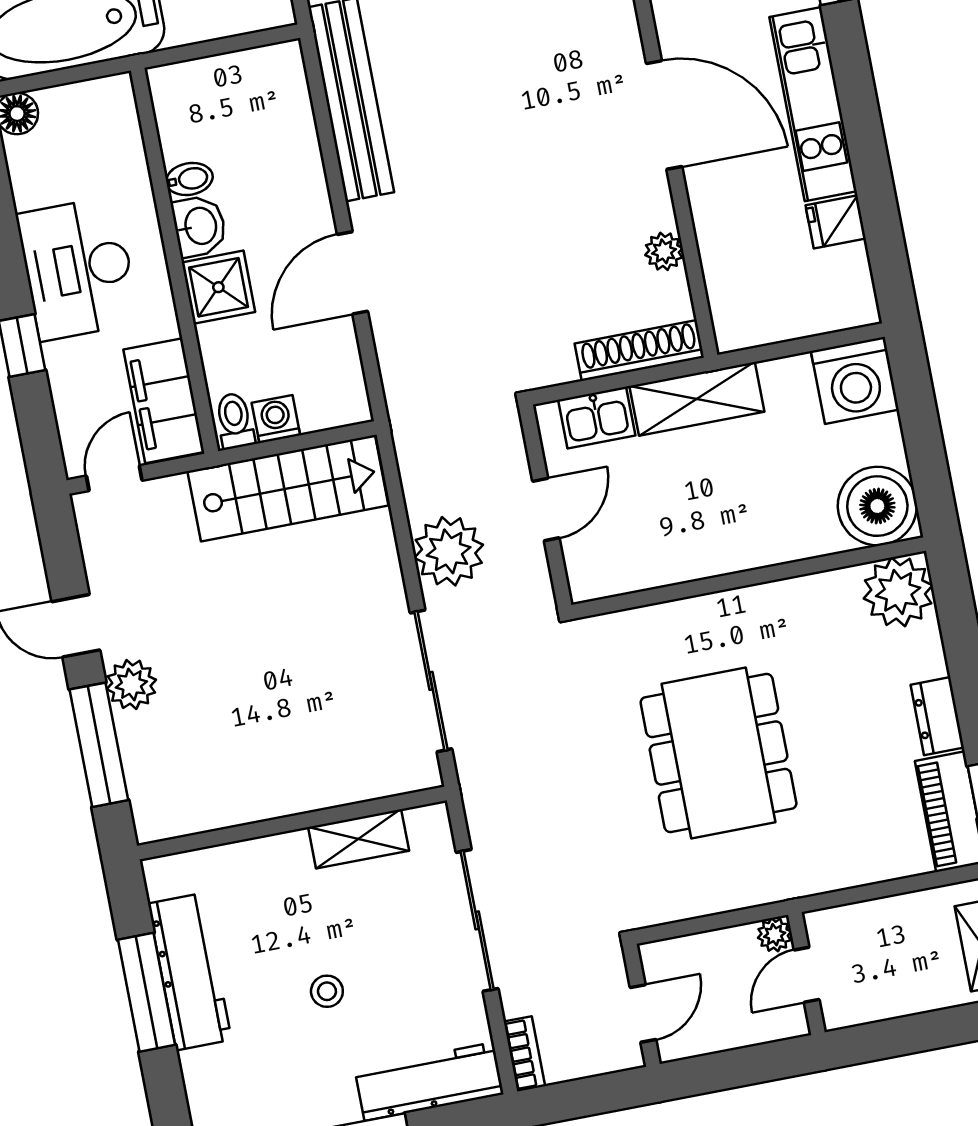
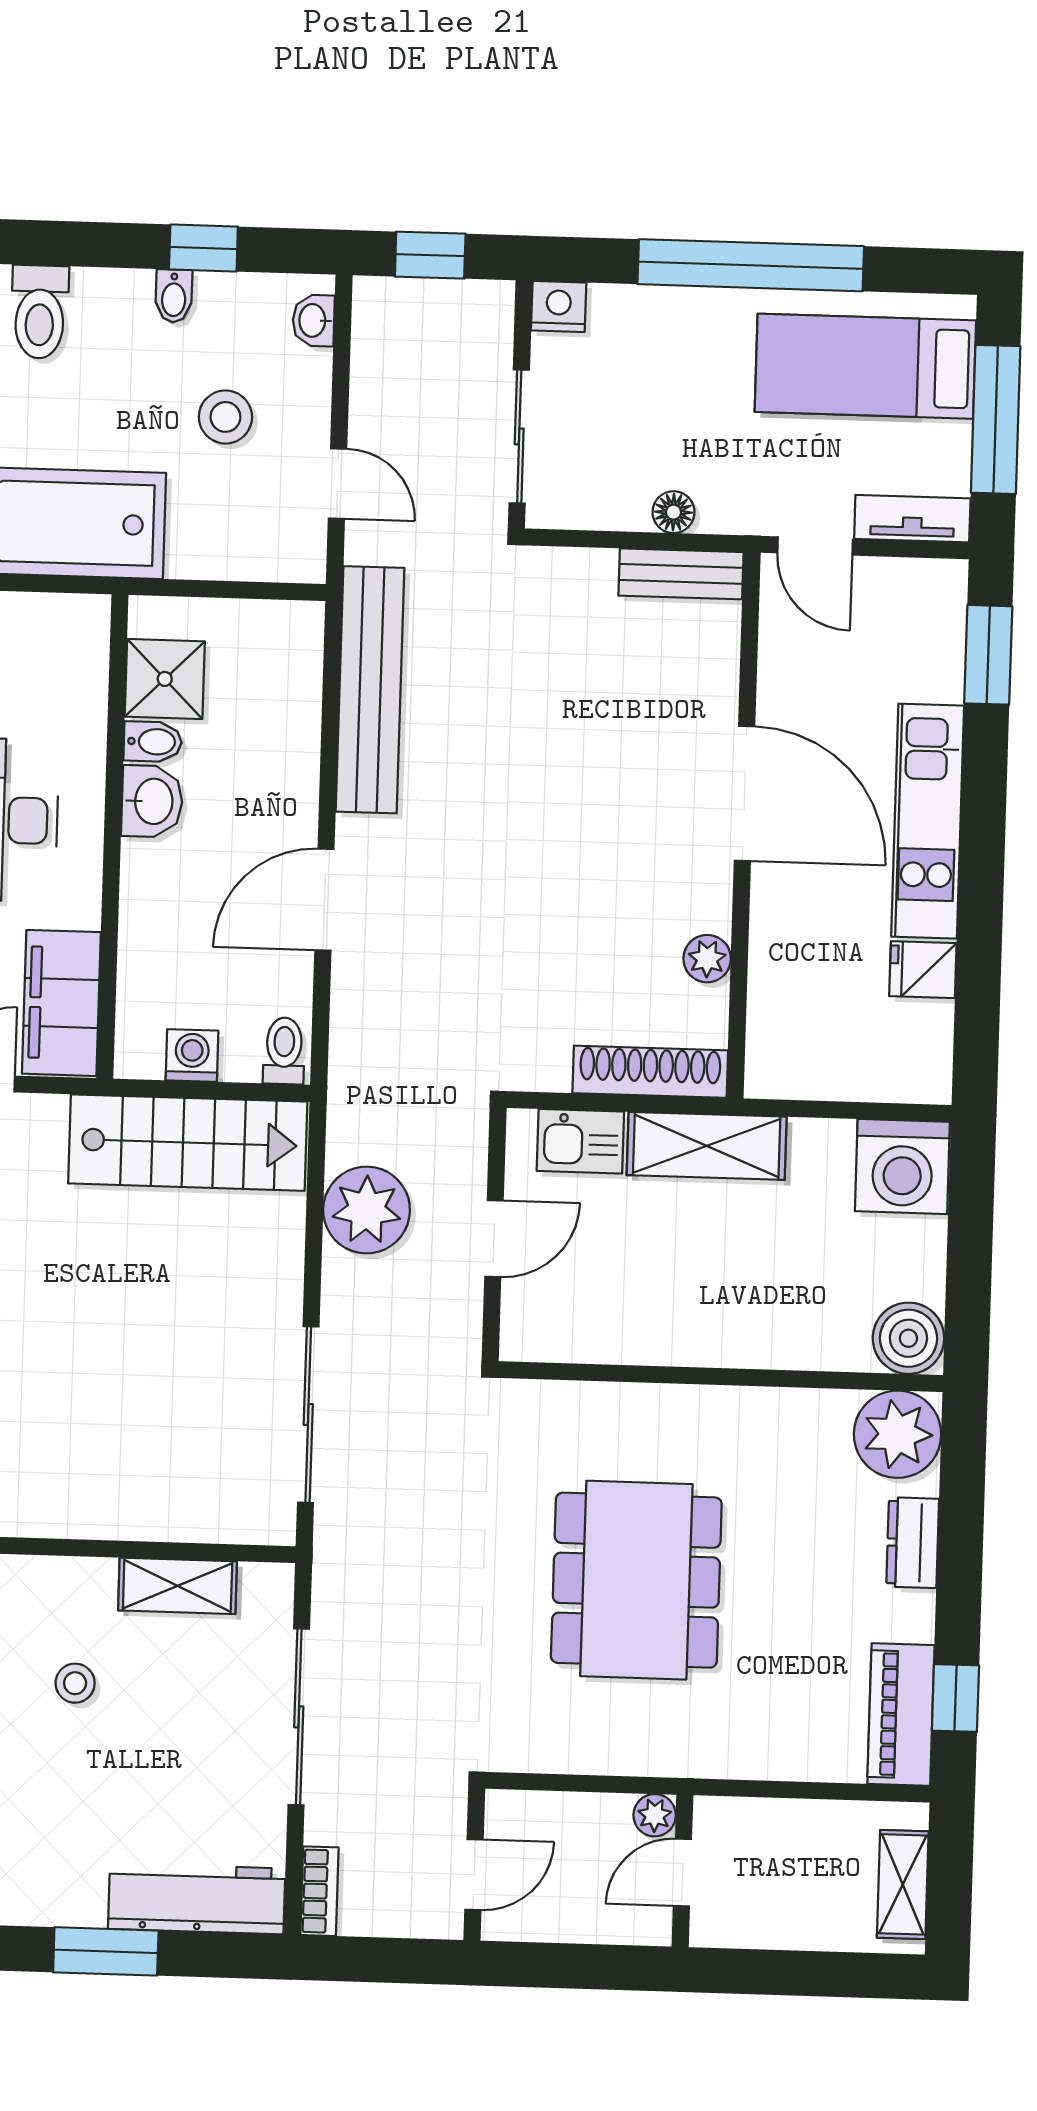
shower: (218, 287) -> (165, 679), moved
toilet: (235, 421) -> (284, 1051), moved
boiler: (877, 506) -> (908, 1338), width x0.73, depth x0.73
plant: (449, 551) -> (367, 1210), moved
dresser: (937, 716) -> (913, 1543), moved
stool: (327, 991) -> (75, 1683), moved

